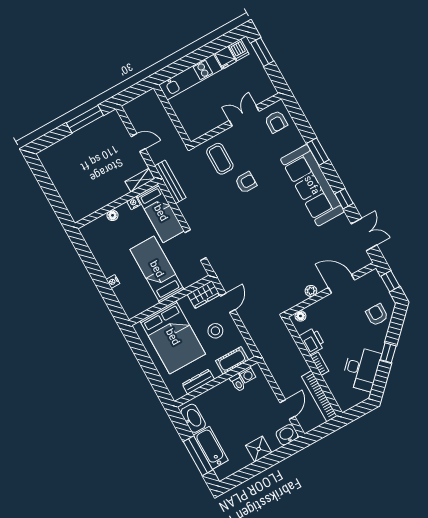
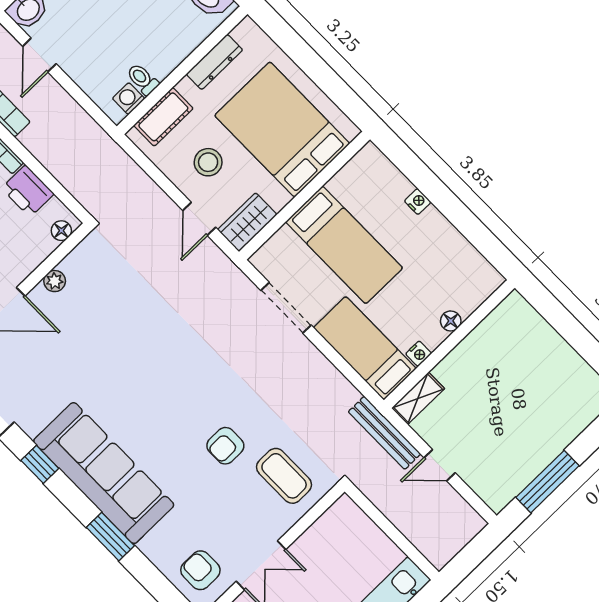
bench: (170, 182) -> (385, 433), moved

